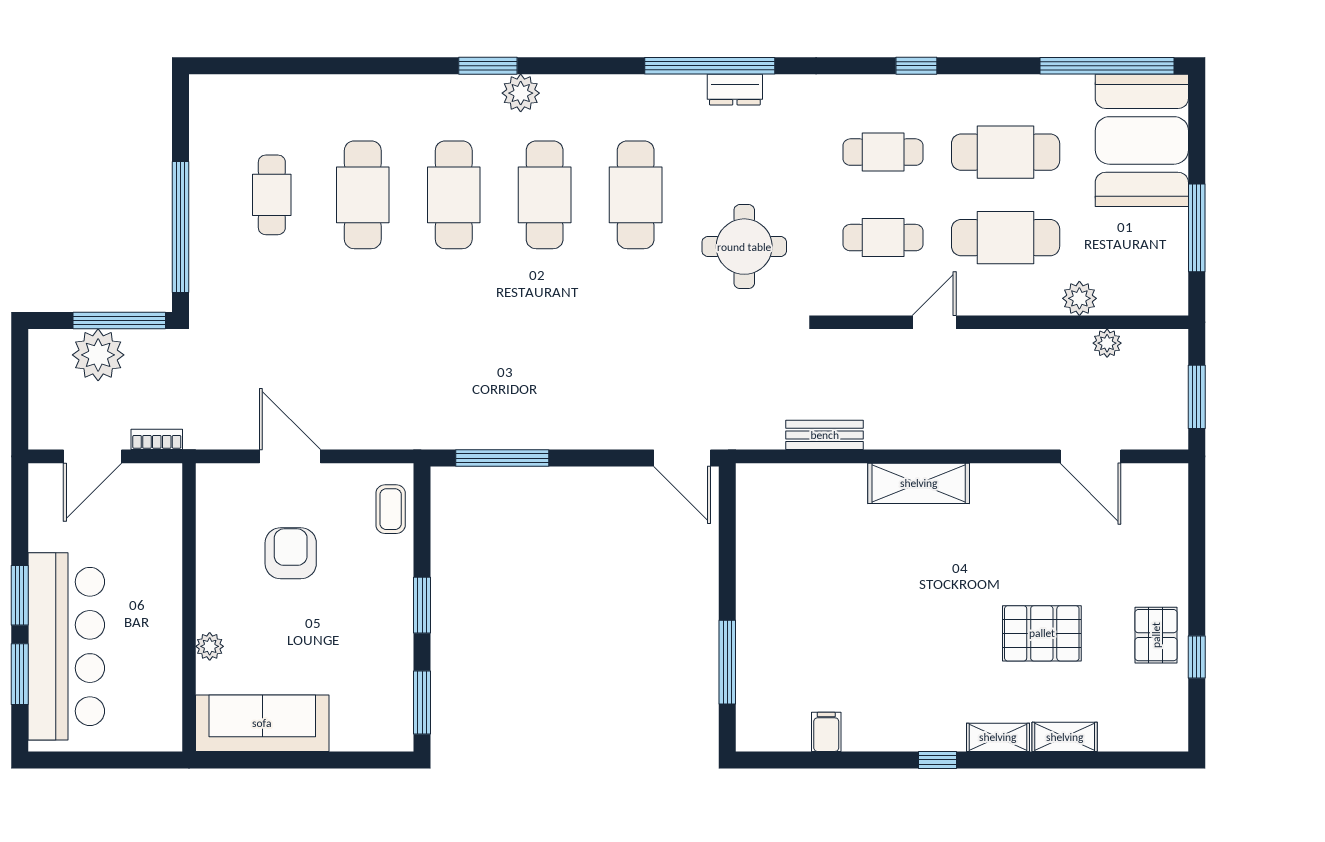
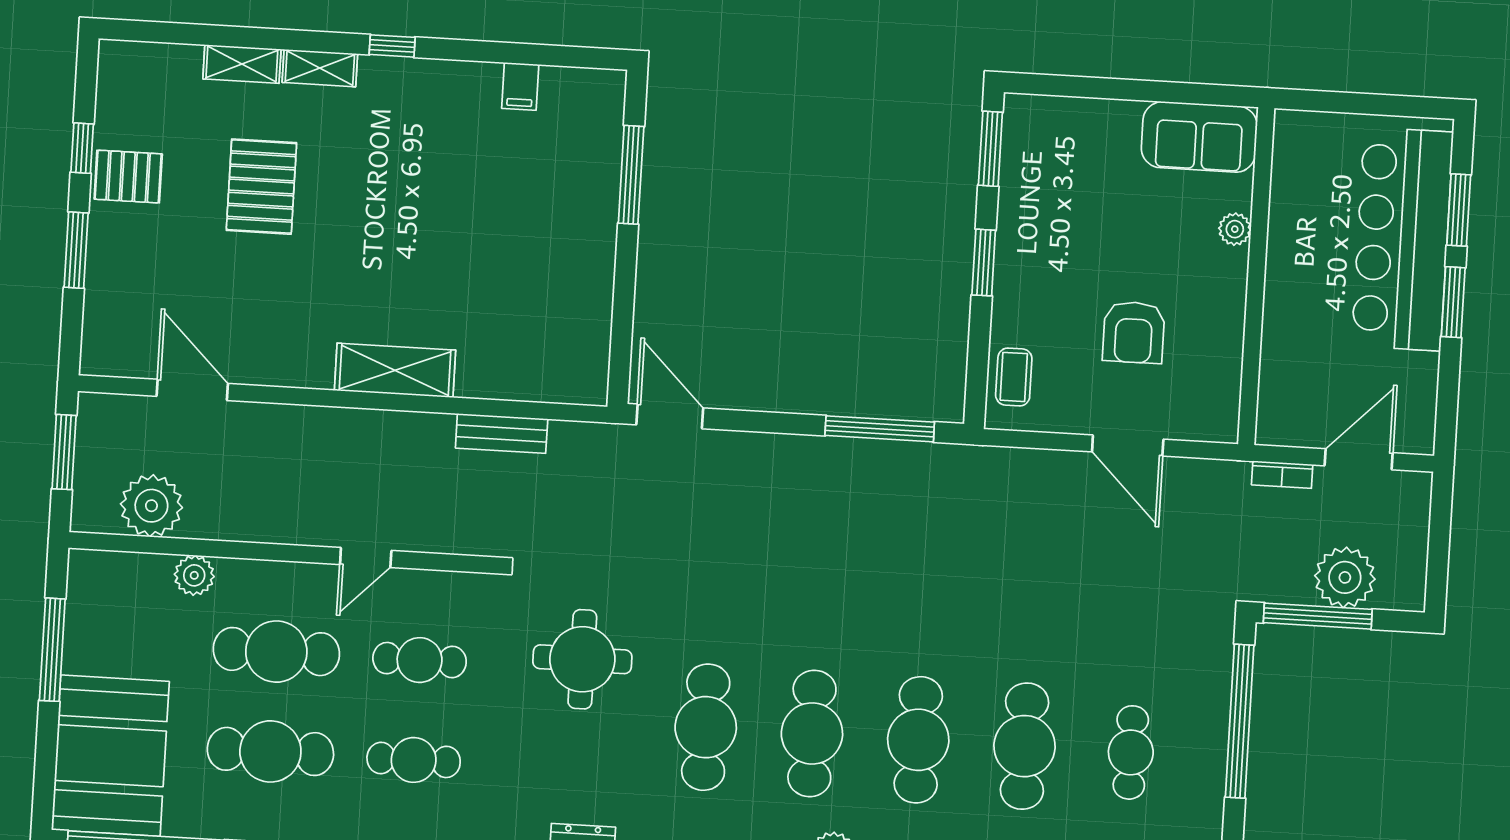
plant: (1107, 343) -> (151, 506), width x1.87, depth x1.87
window: (1197, 570) -> (76, 250), added
pallet: (1042, 633) -> (261, 187), turned 90
pallet: (1156, 635) -> (128, 177), turned 90
sofa: (262, 723) -> (1199, 137), width x0.73

